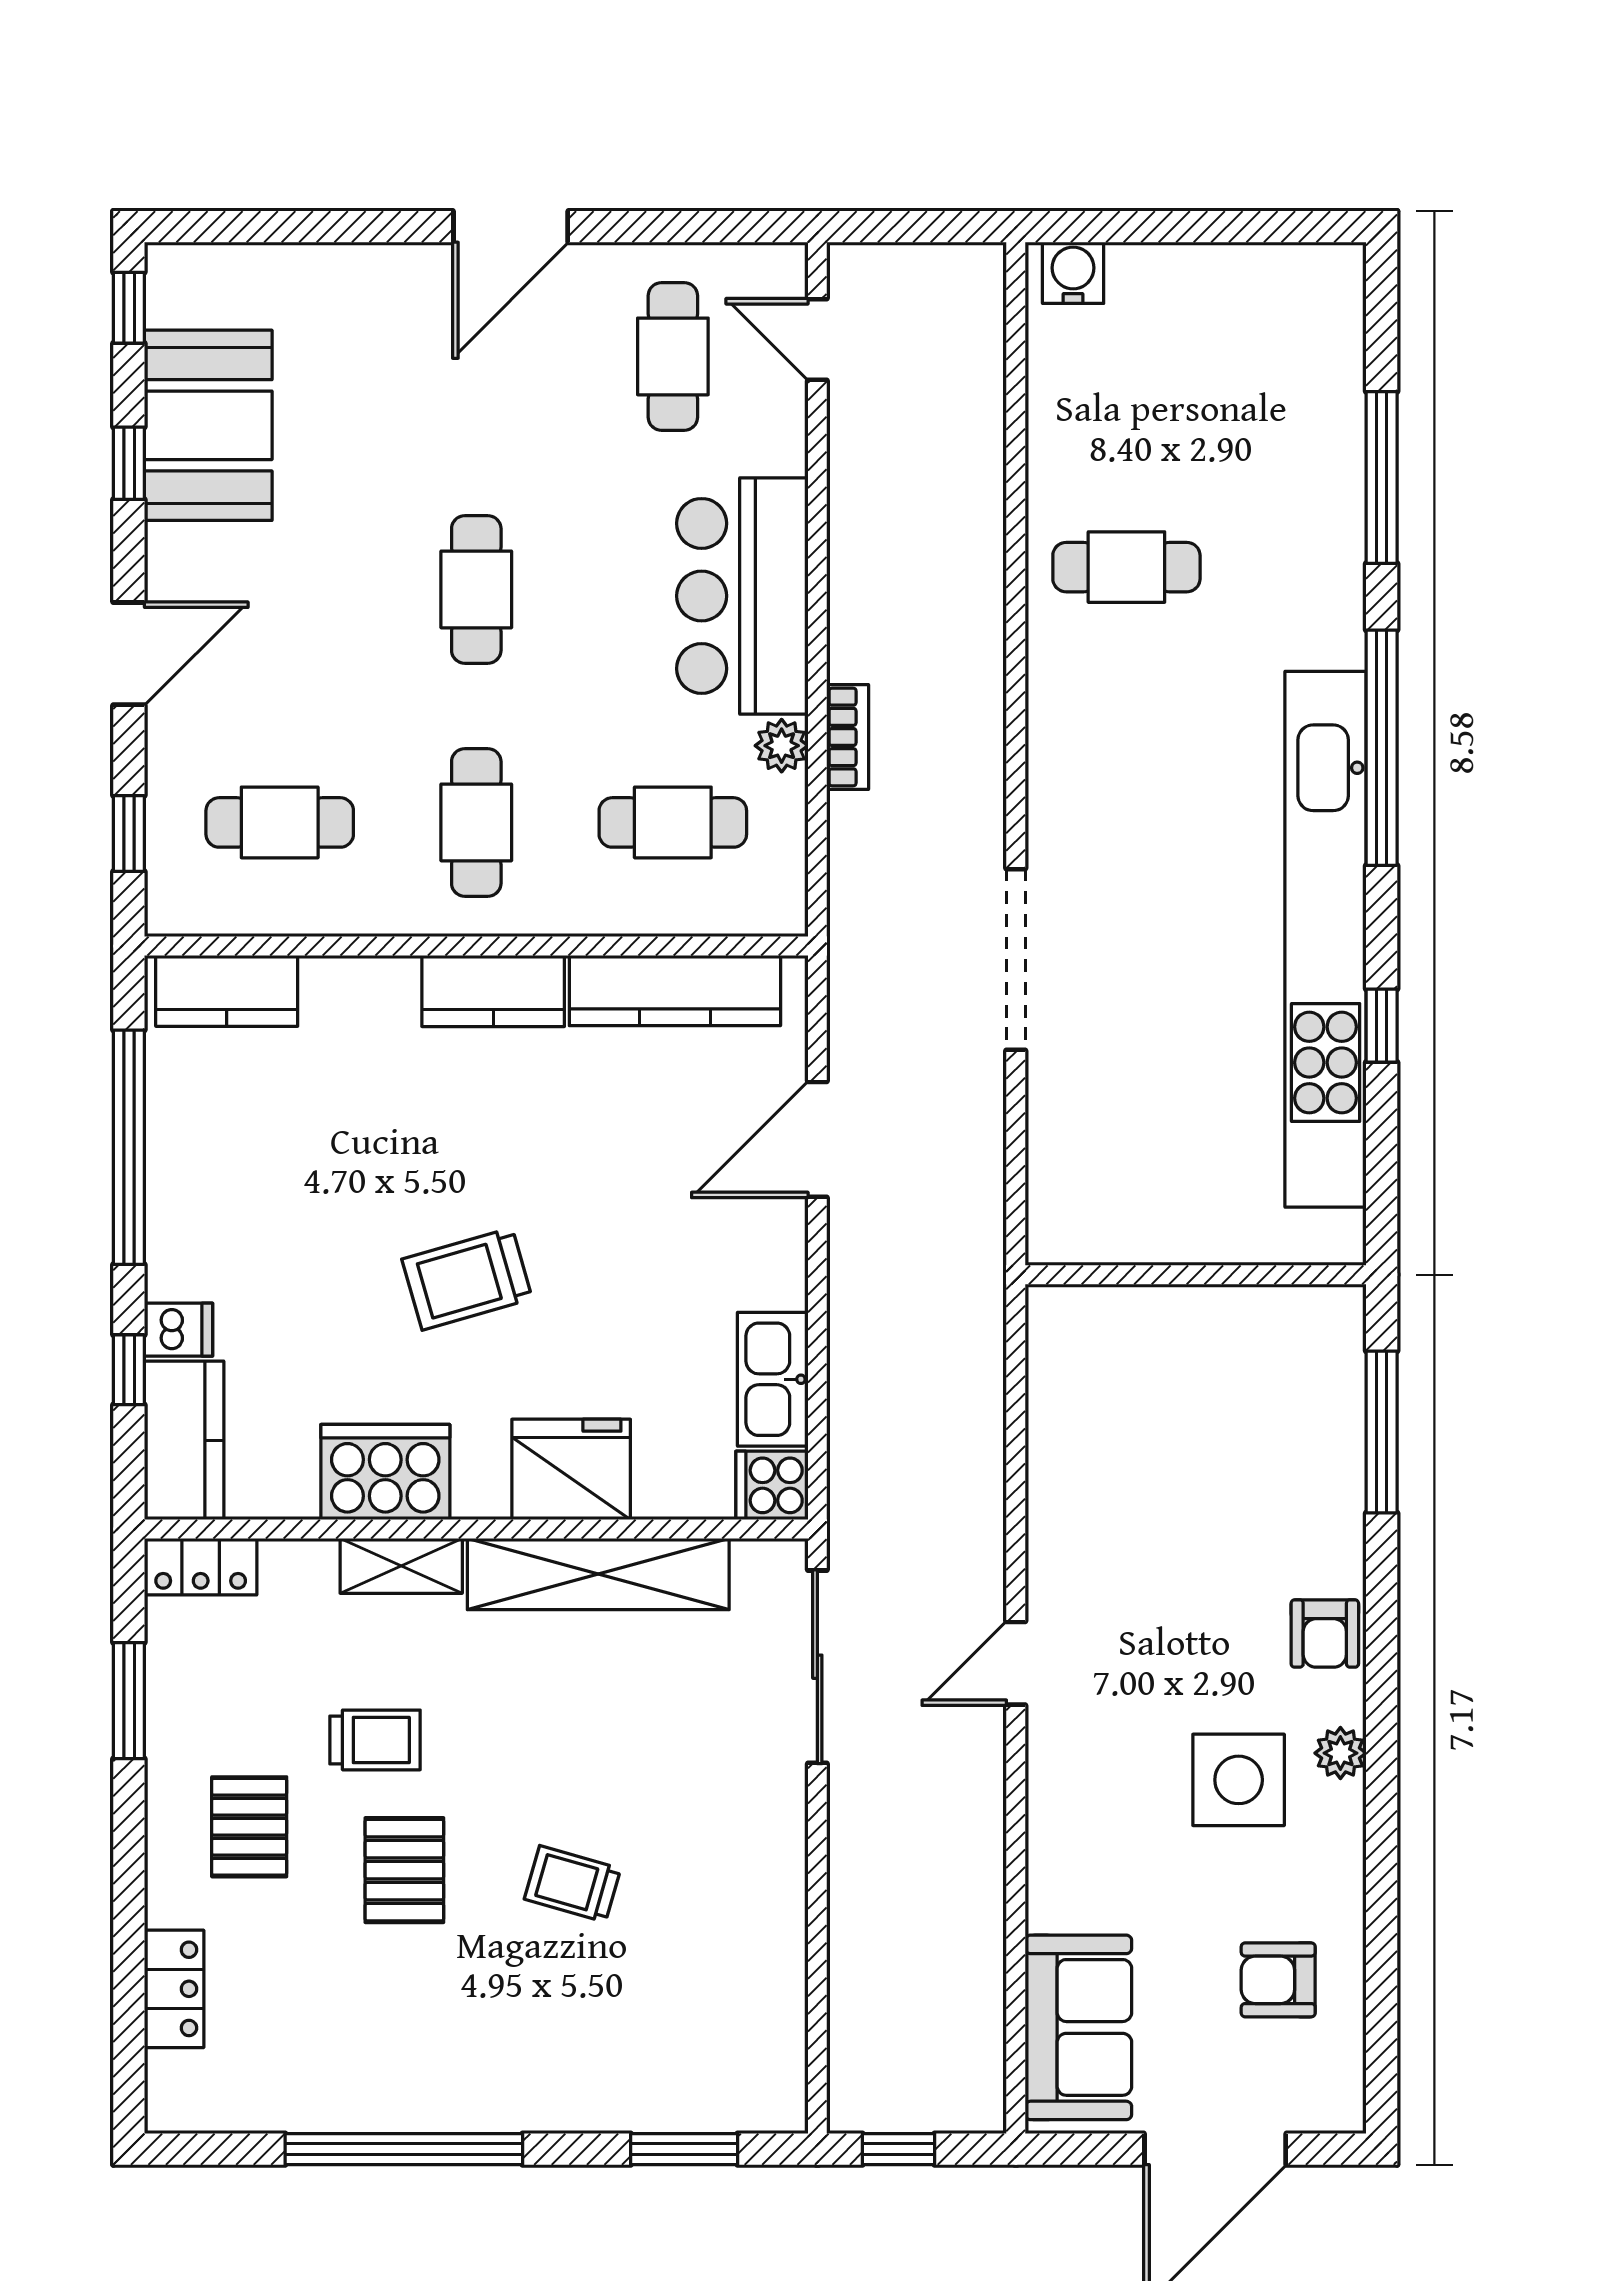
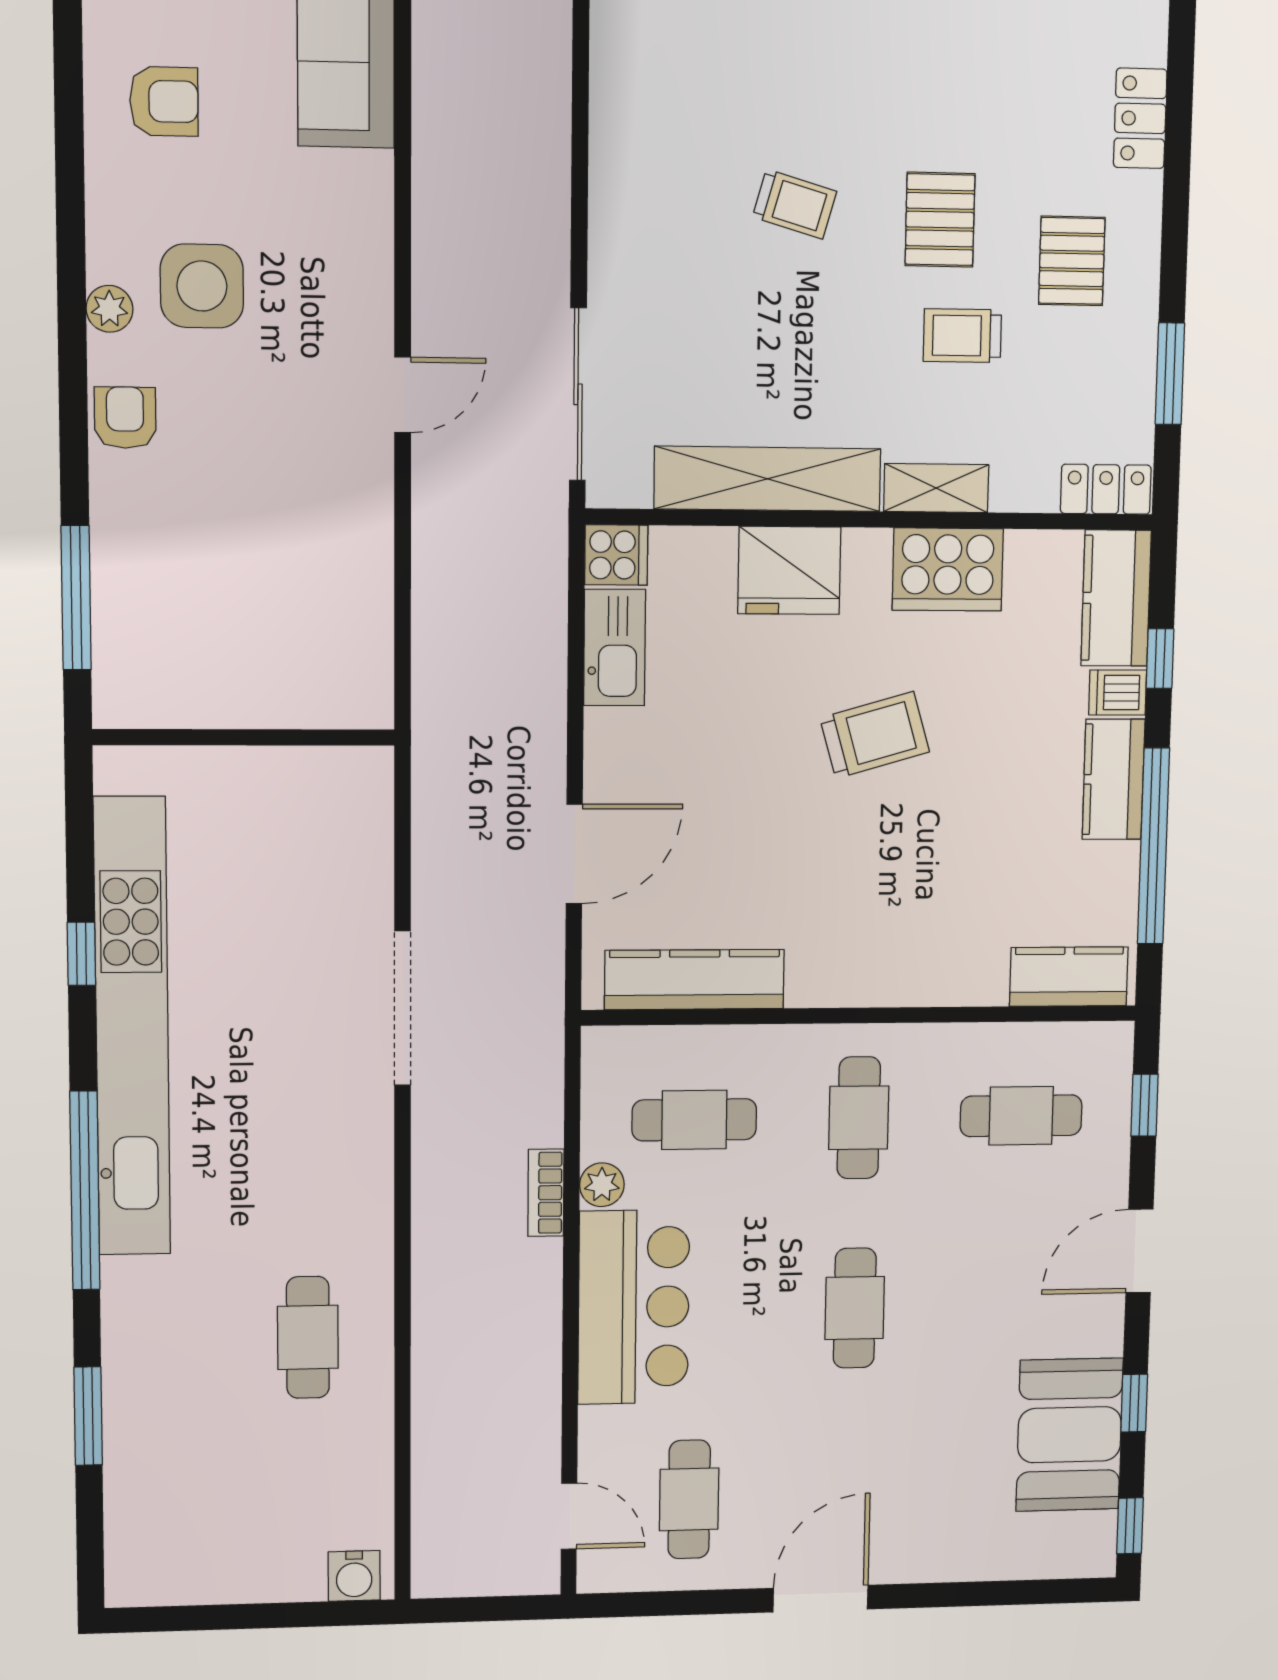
window: (1382, 477) -> (88, 1416), width x0.69
cafe table: (1126, 567) -> (308, 1337), turned 90
kitchen counter: (493, 991) -> (1113, 779), moved, turned -90

